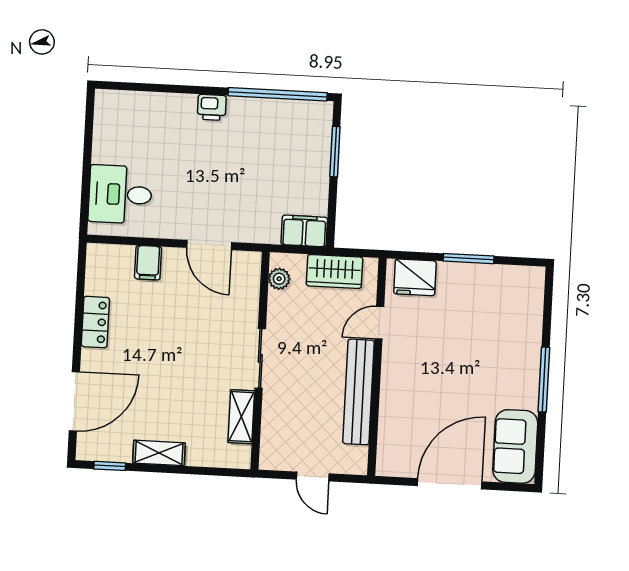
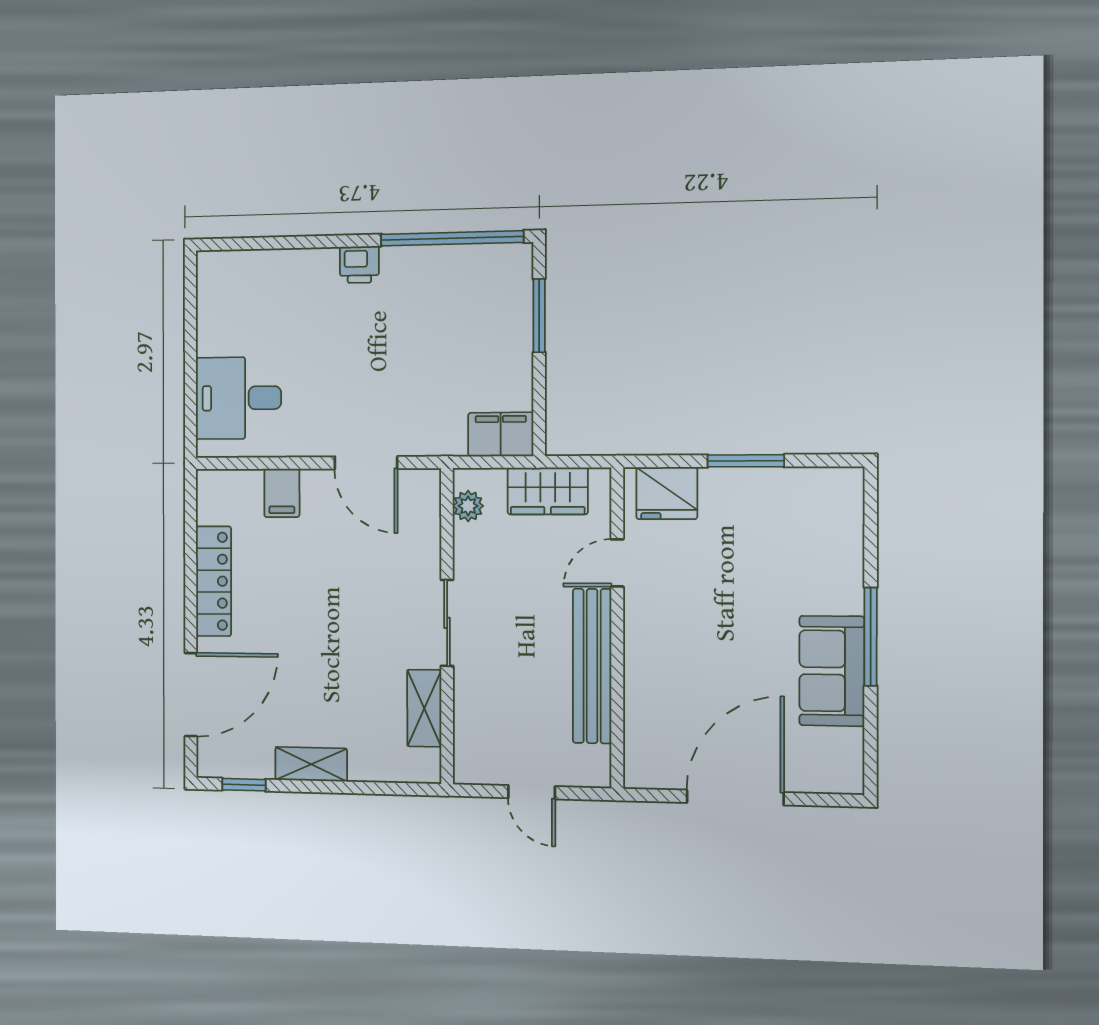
locker: (95, 322) -> (214, 581), width x1.53
sofa: (515, 446) -> (832, 671), moved

